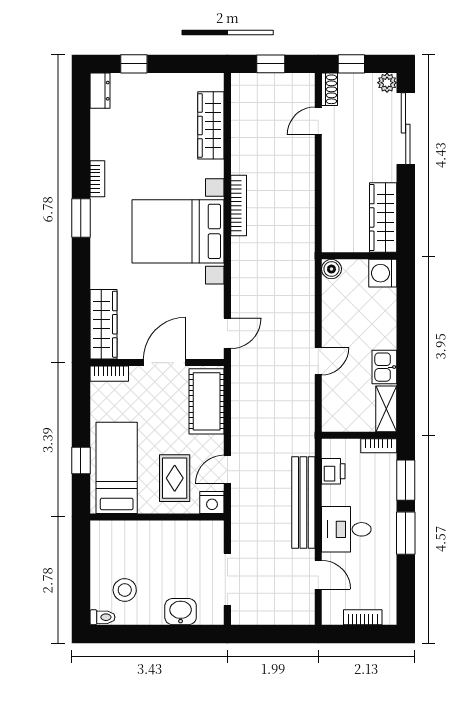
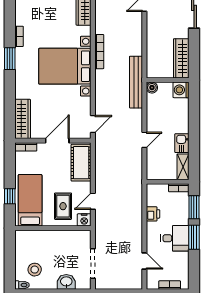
printer: (333, 471) -> (153, 214), moved
bench: (303, 503) -> (136, 82), moved
desk: (346, 529) -> (175, 238), moved, turned 180

